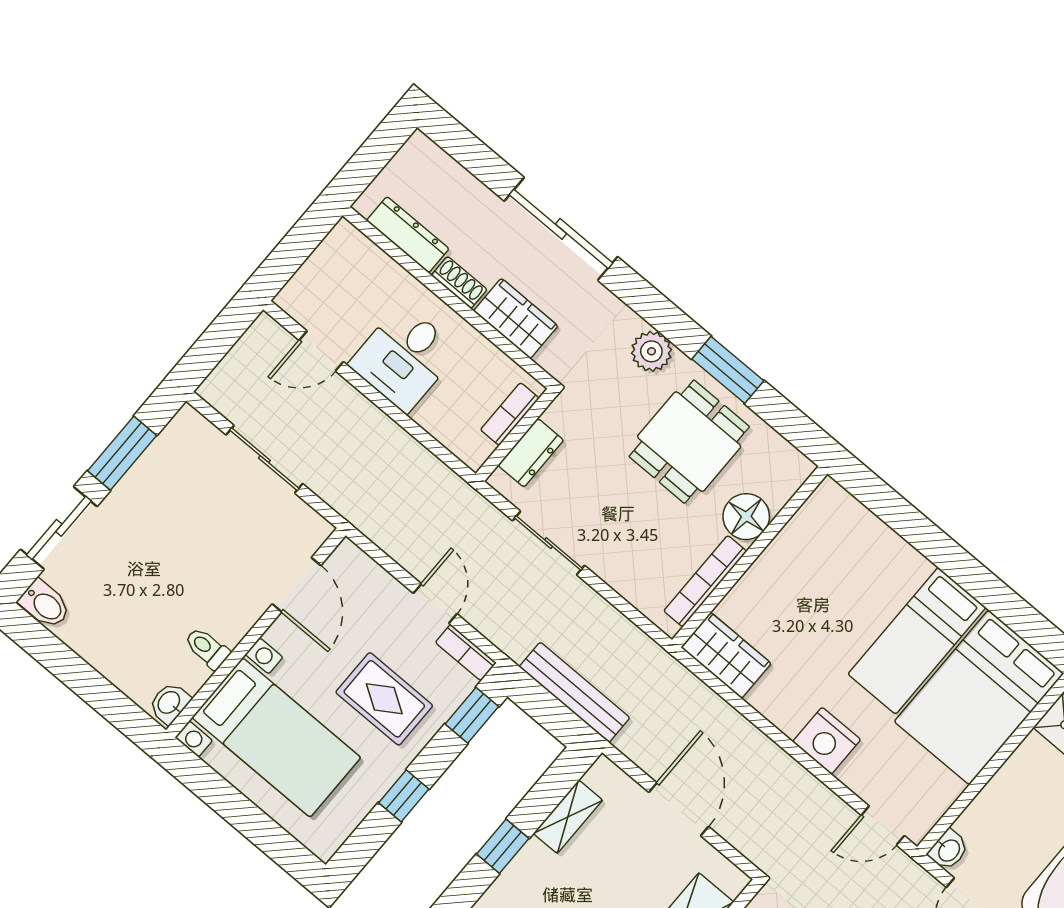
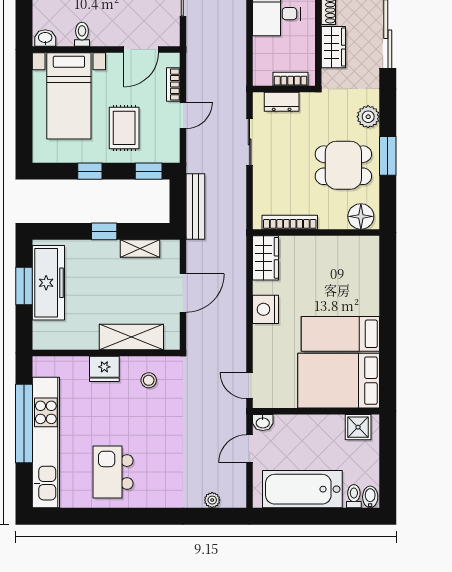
floor lamp: (746, 517) -> (361, 216), moved
bookcase: (466, 653) -> (173, 84), moved
nightstand: (827, 741) -> (265, 309), moved

